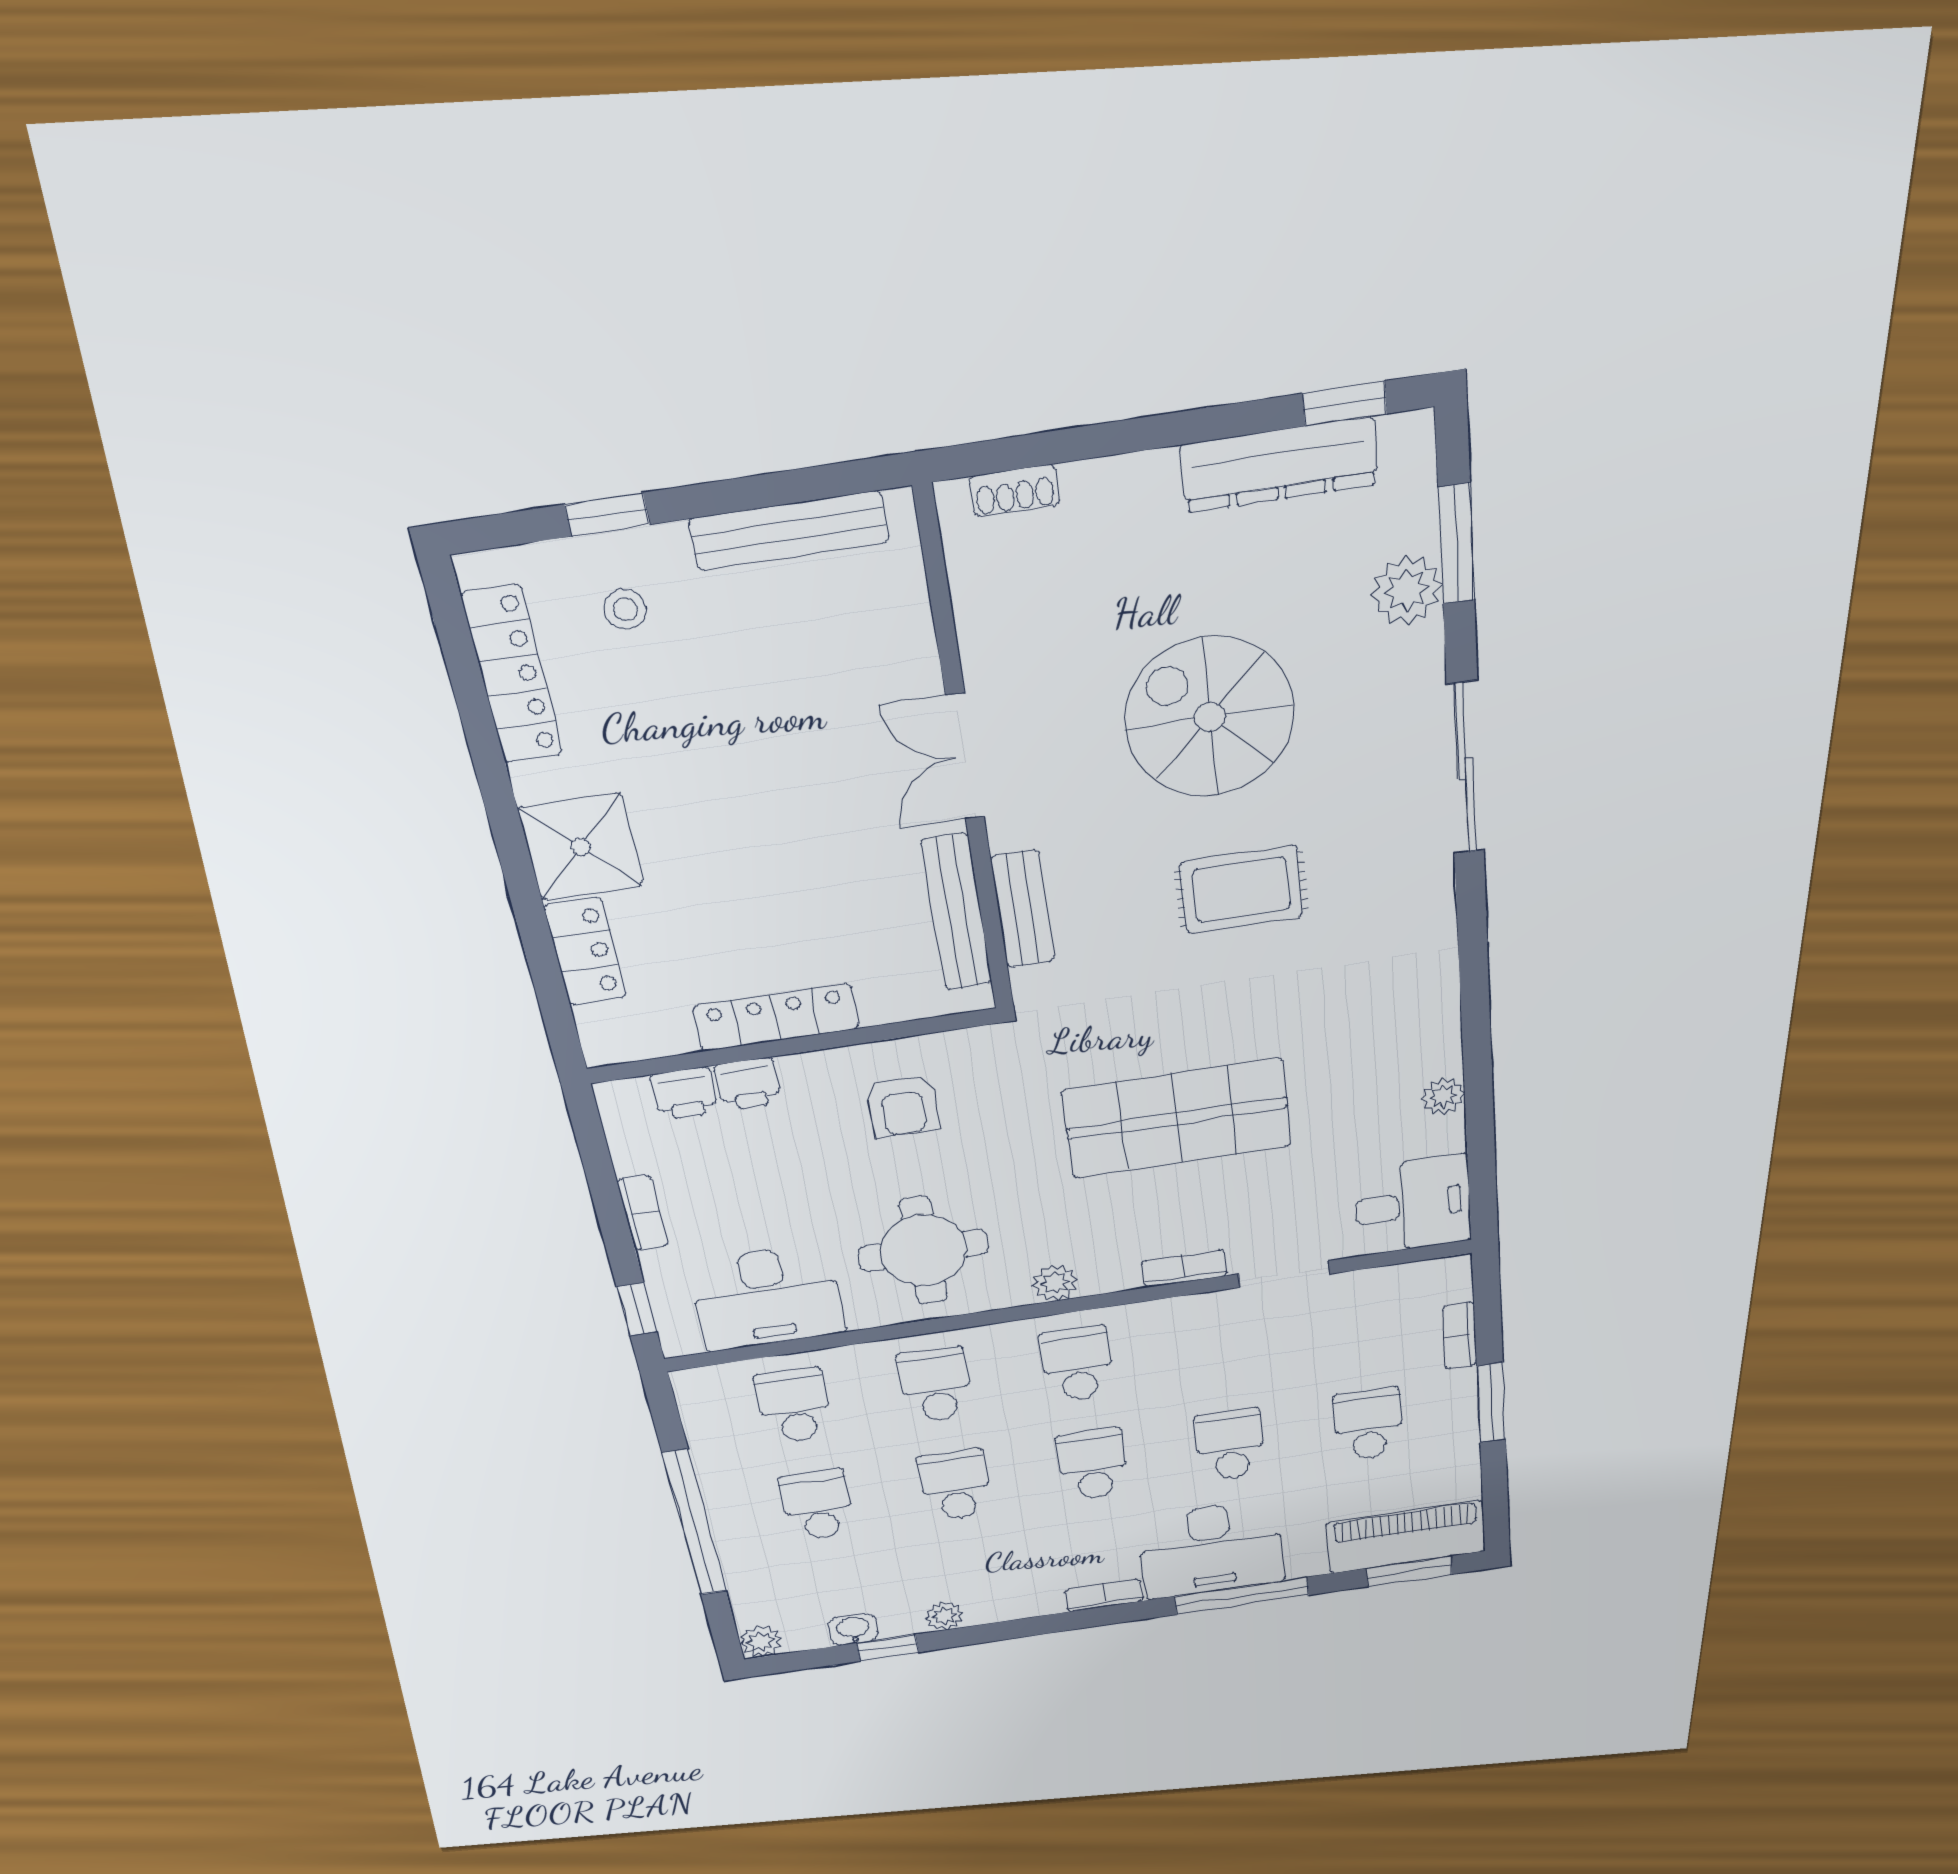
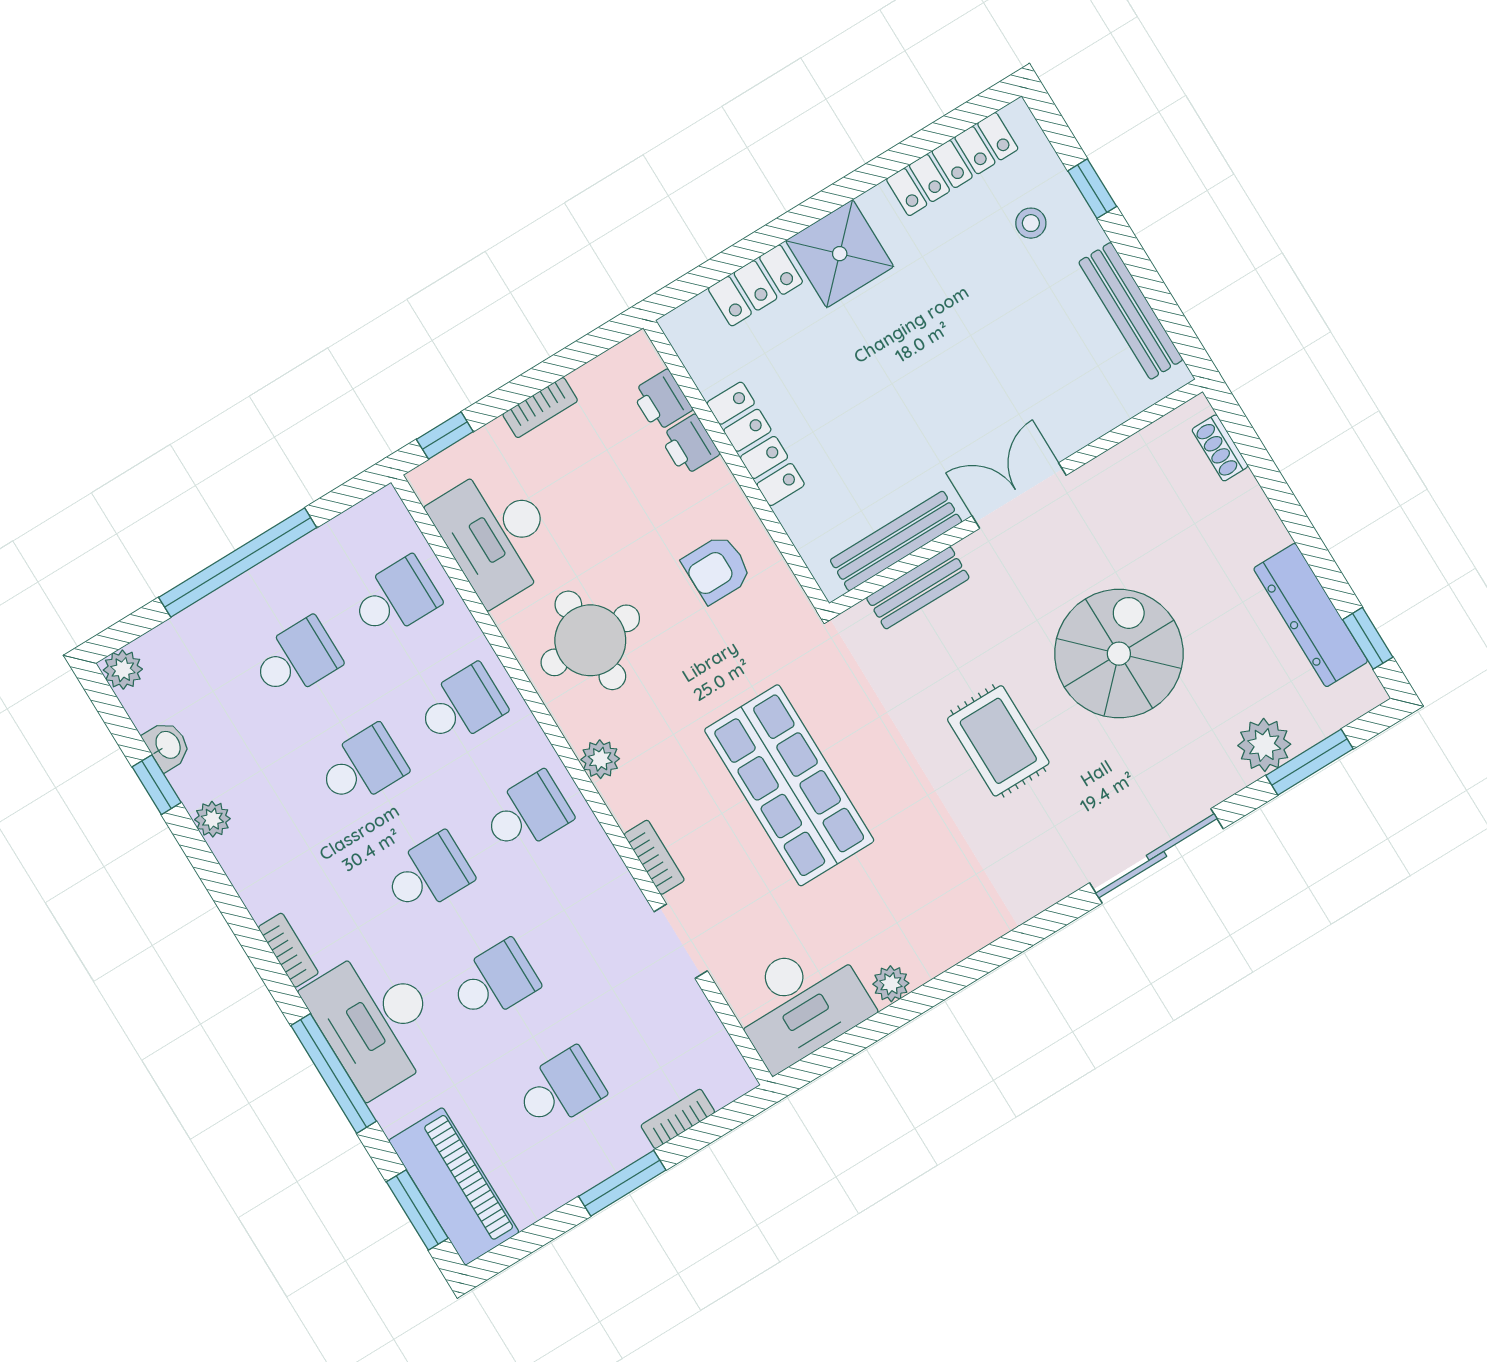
desk: (1413, 1205) -> (800, 1003), width x1.37

